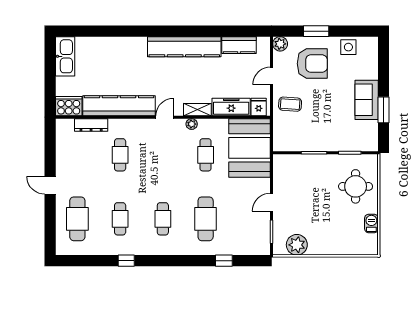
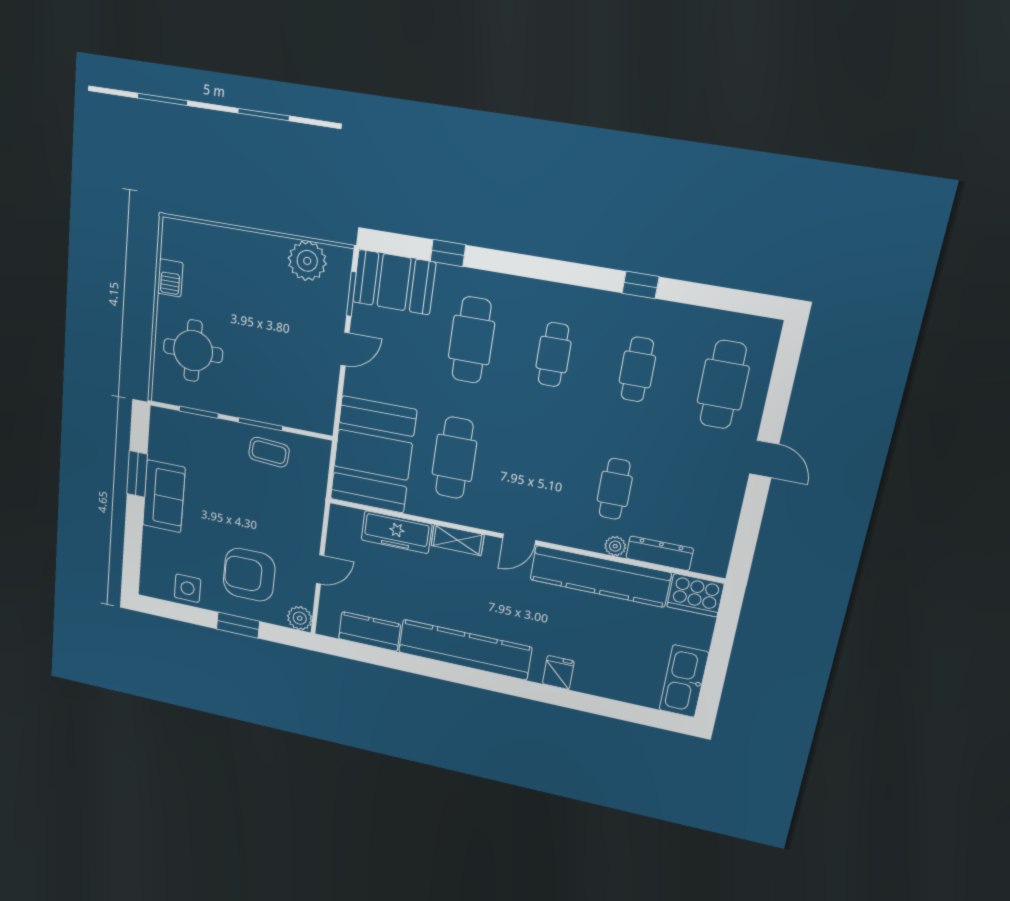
coffee table: (290, 104) -> (269, 452), moved
fridge: (259, 107) -> (558, 672), moved, turned 180
plant: (192, 124) -> (615, 546), moved
cafe table: (206, 155) -> (454, 458), width x1.37, depth x1.35
booth: (250, 241) -> (394, 282), added

